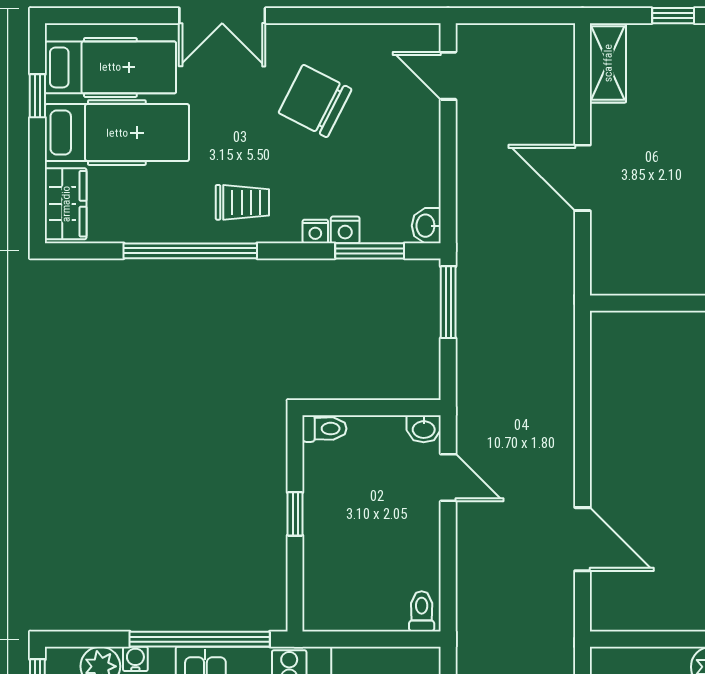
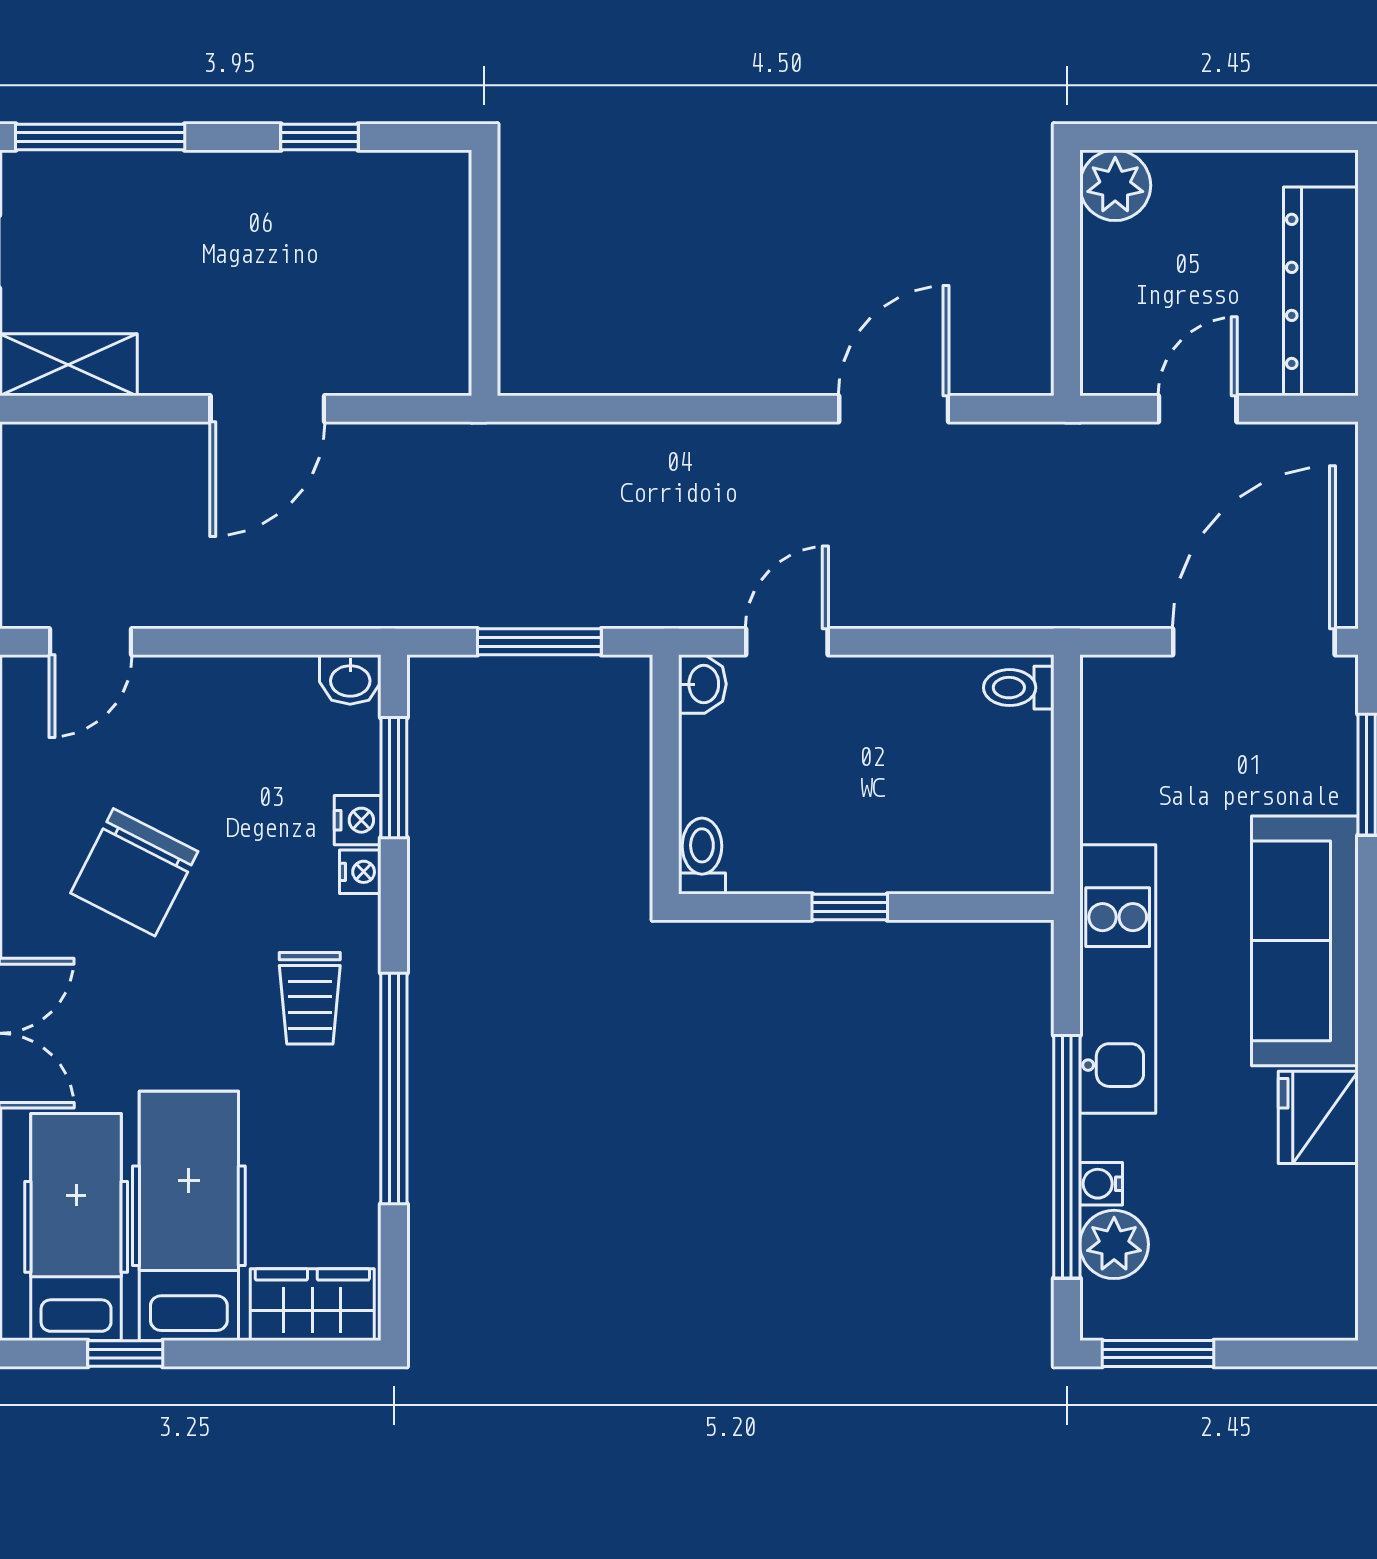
trolley: (242, 202) -> (310, 998), turned 180
window: (448, 302) -> (539, 642), moved
window: (200, 639) -> (1067, 1157), moved

